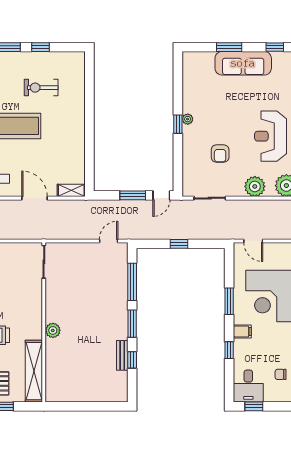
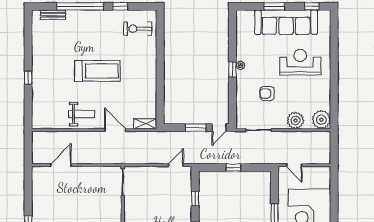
sofa: (243, 63) -> (286, 22), width x1.36, depth x1.27
exercise bike: (41, 88) -> (138, 29), moved
reception desk: (271, 136) -> (300, 62), moved, turned 90
armchair: (220, 153) -> (267, 93), turned 90
window: (132, 282) -> (195, 199), width x0.46

